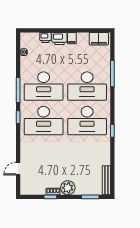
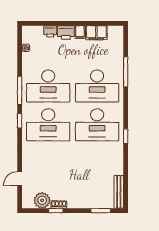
filing cabinet: (99, 39) -> (96, 33), moved
plant: (68, 188) -> (42, 200), moved

